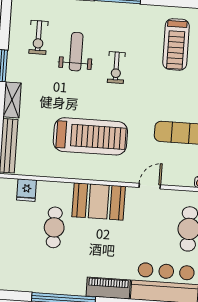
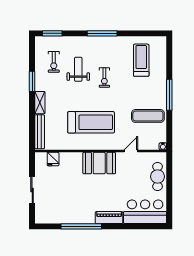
treadmill: (176, 44) -> (141, 60), turned 180
cafe table: (54, 227) -> (72, 182), removed

